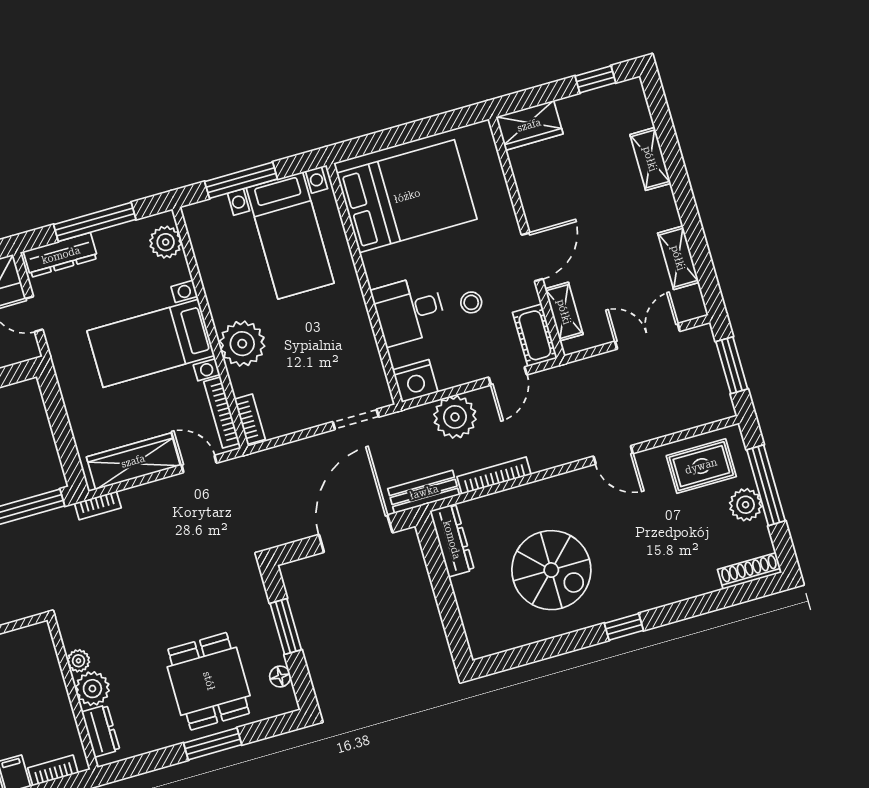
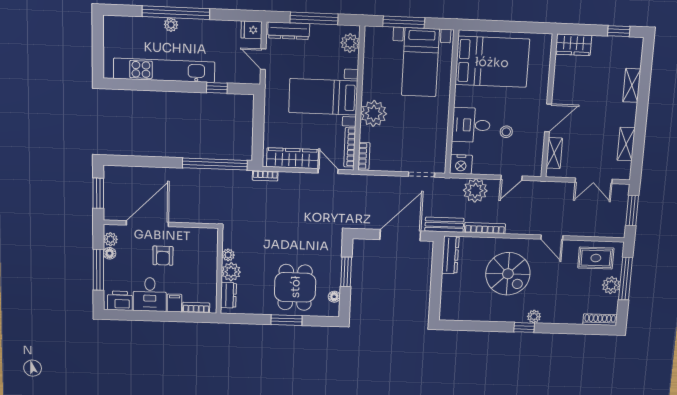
cot: (535, 335) -> (534, 161), removed
double door: (647, 336) -> (594, 181), swing flipped
spiral stairs: (551, 570) -> (508, 274), moved
plant: (634, 602) -> (534, 317), added

